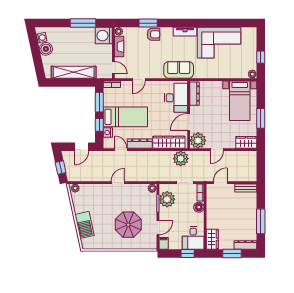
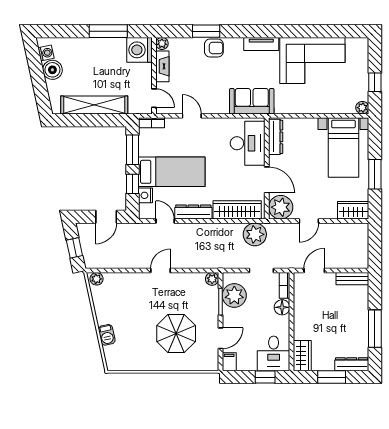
door: (139, 80) -> (192, 116), swing flipped
door: (189, 122) -> (267, 180), swing flipped
barbecue: (84, 225) -> (107, 335), width x0.53, depth x0.65

